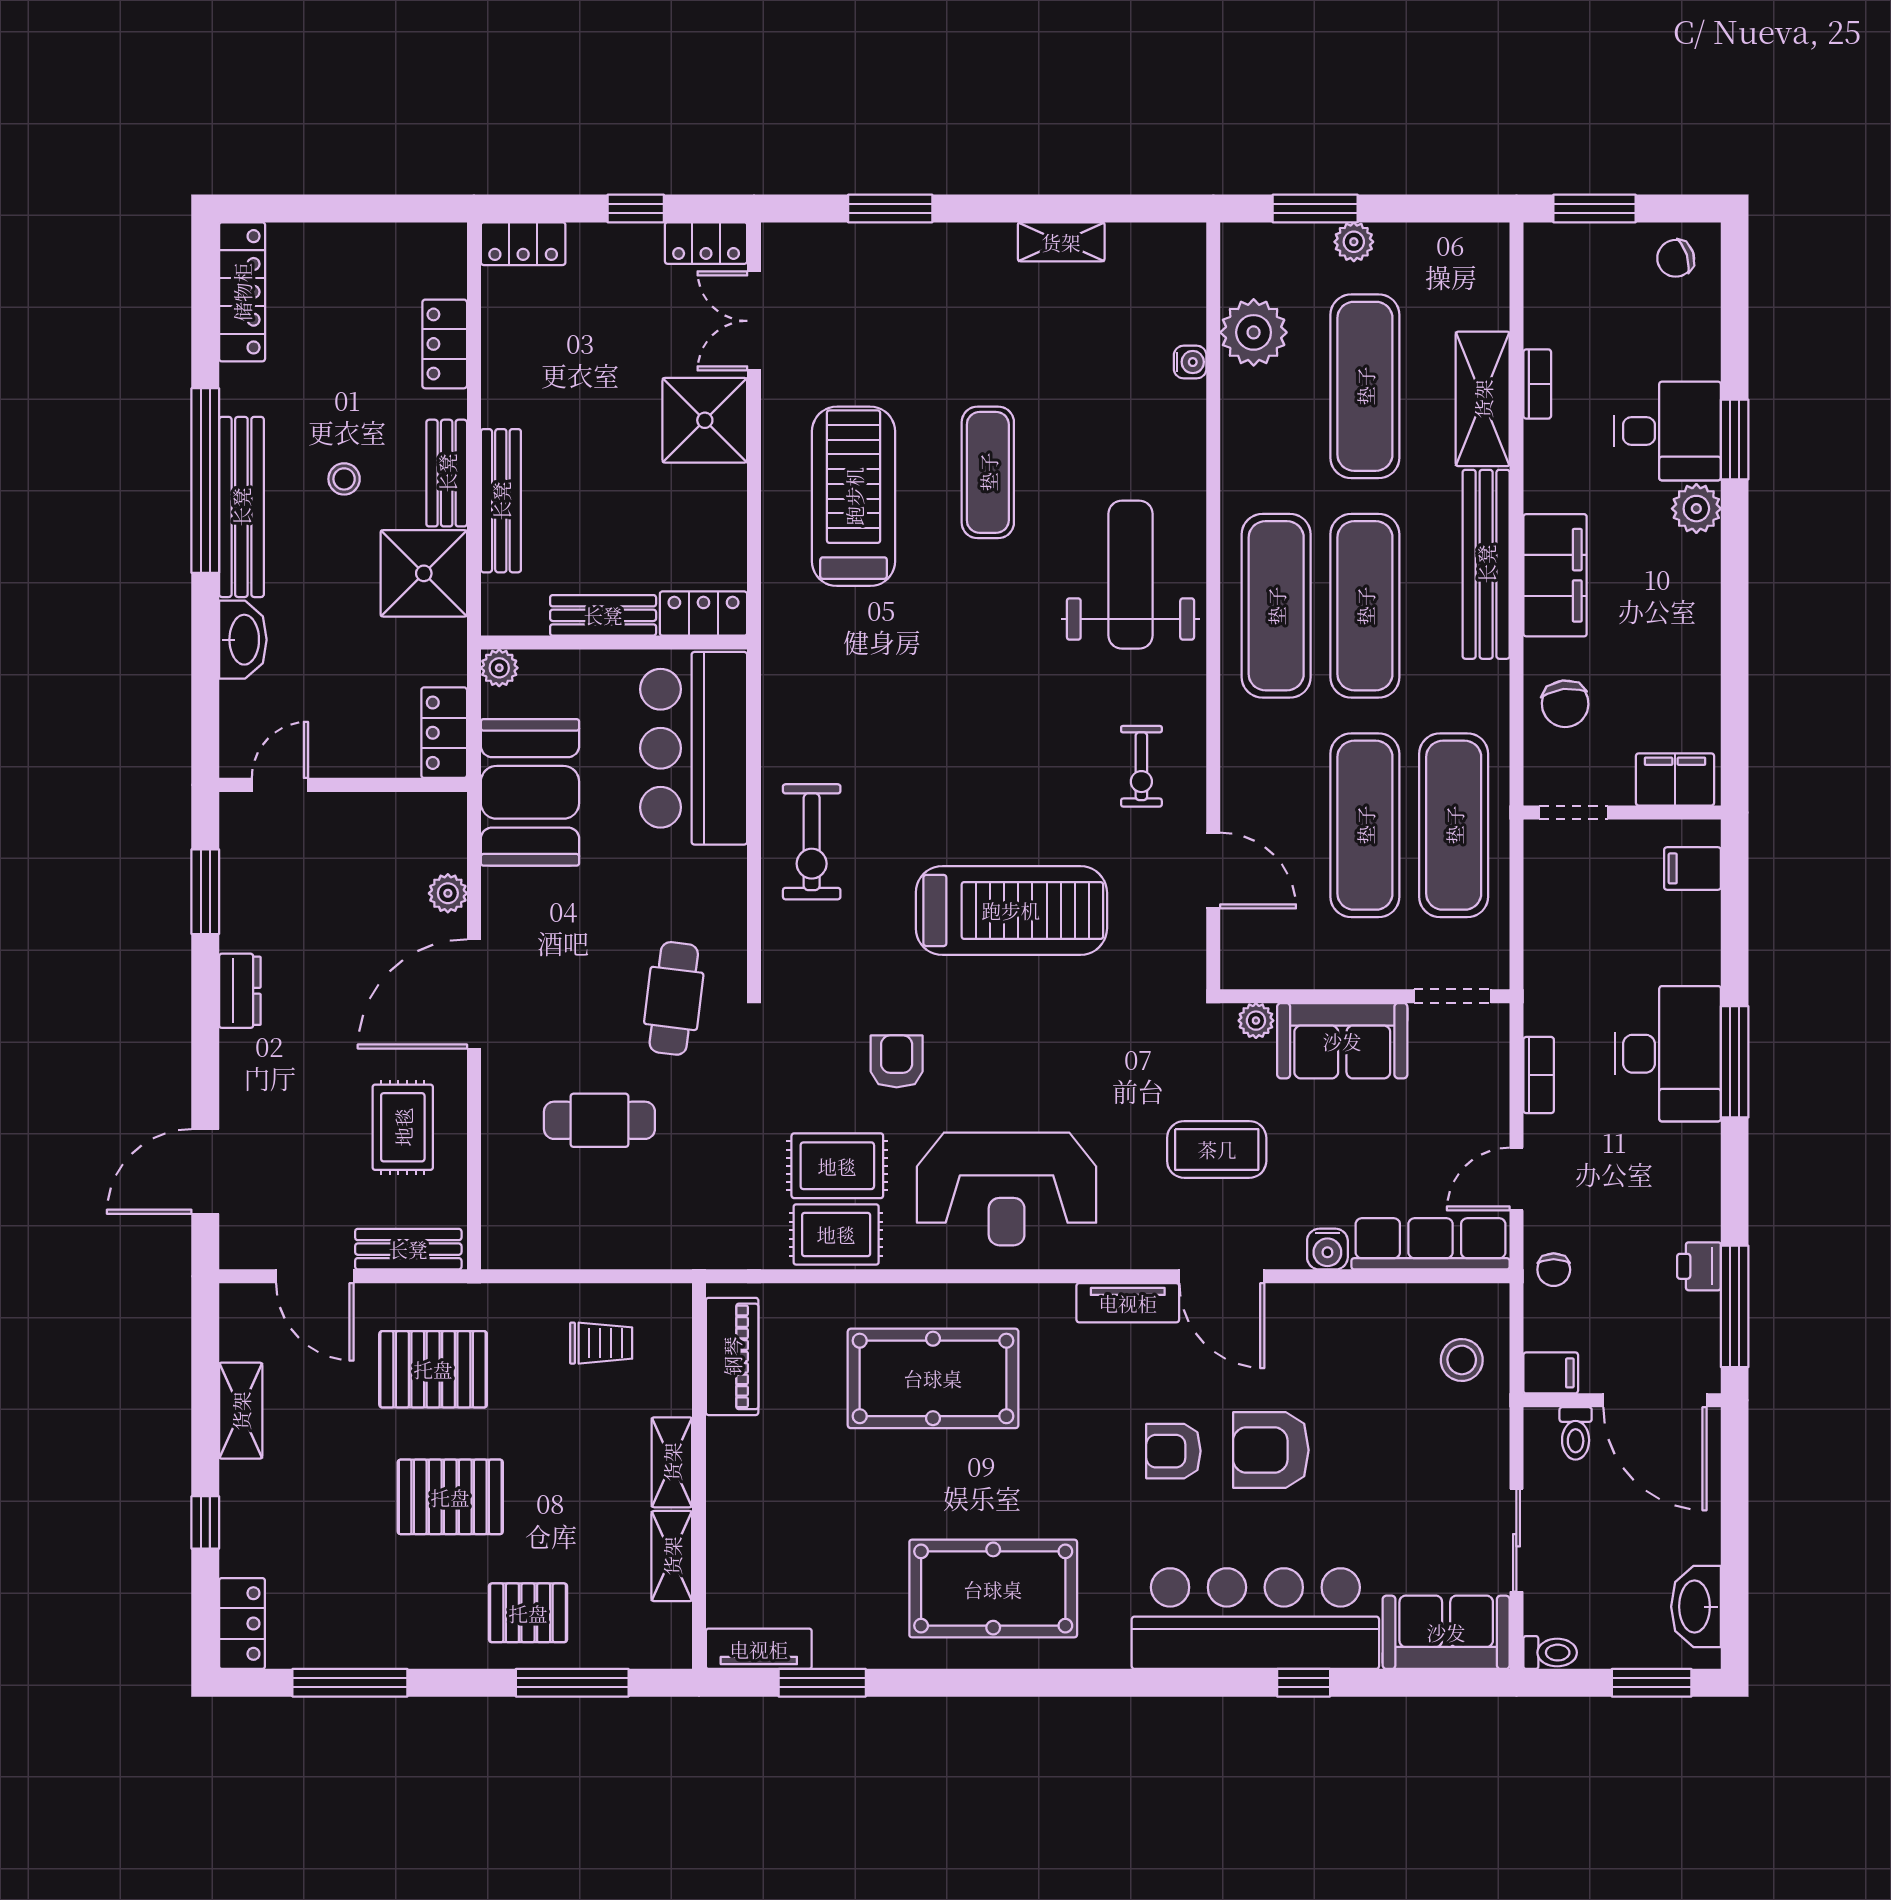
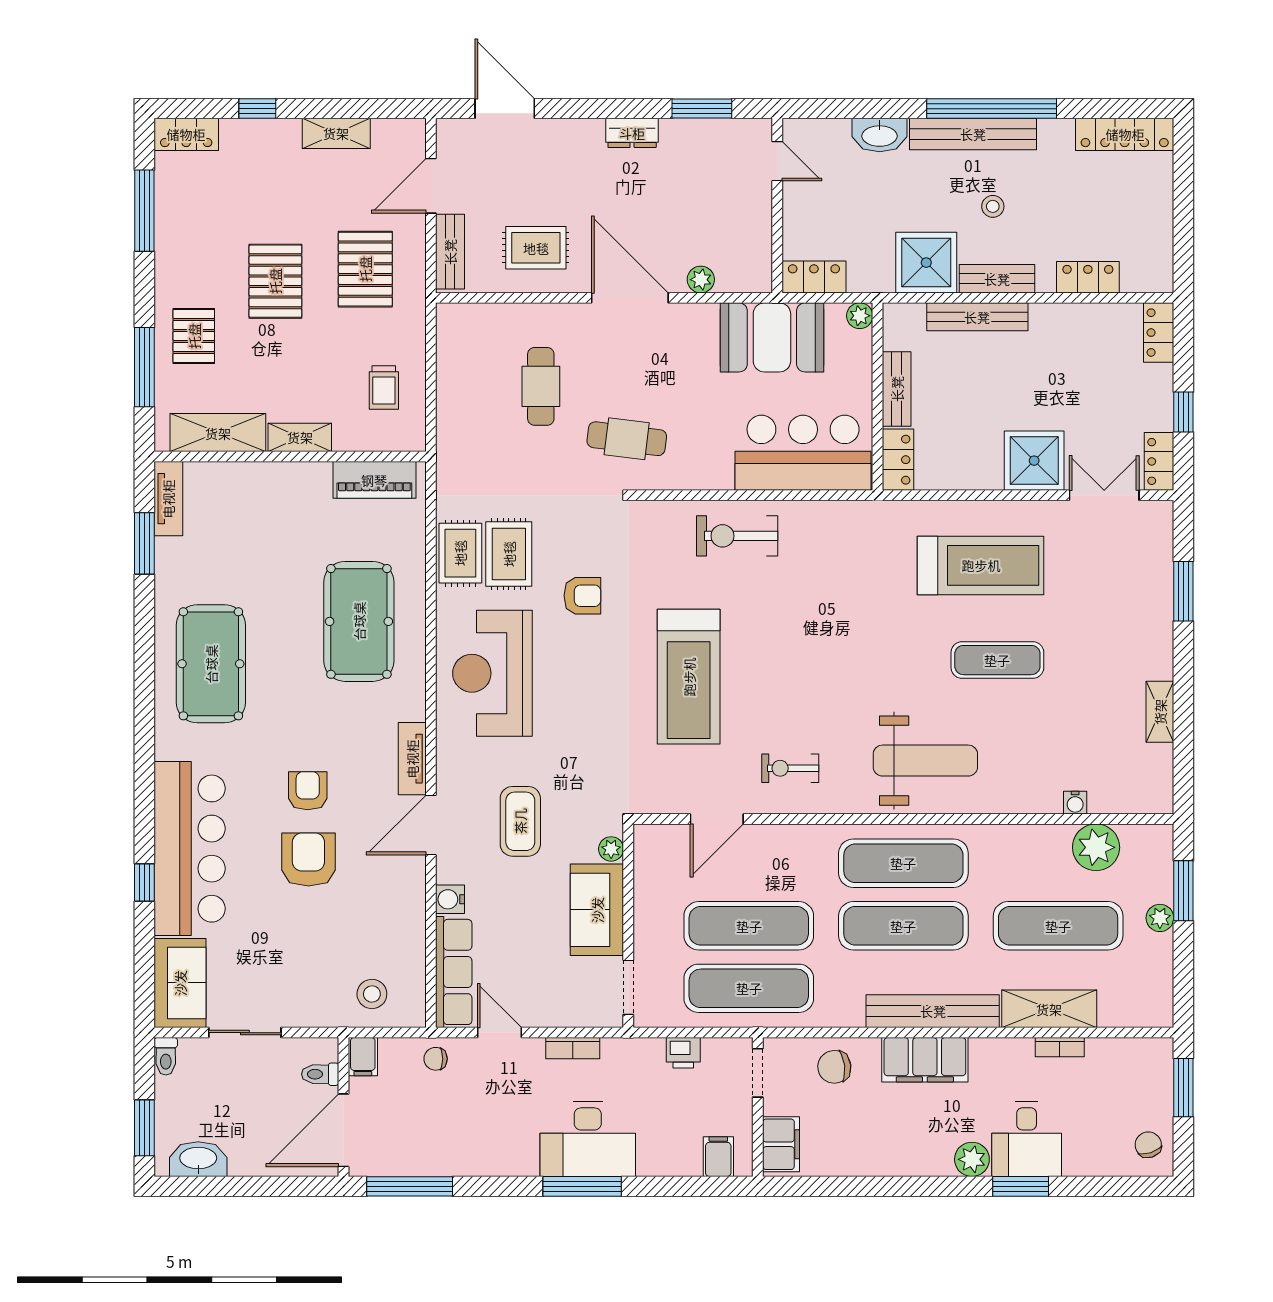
printer: (1699, 1266) -> (683, 1053), moved, turned 180
shelving: (672, 1556) -> (218, 433), width x1.50, depth x1.33

